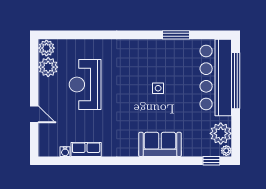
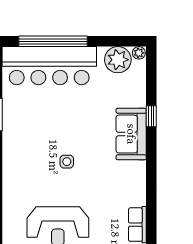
side table: (158, 88) -> (67, 162), moved
window: (211, 161) -> (151, 116), moved

